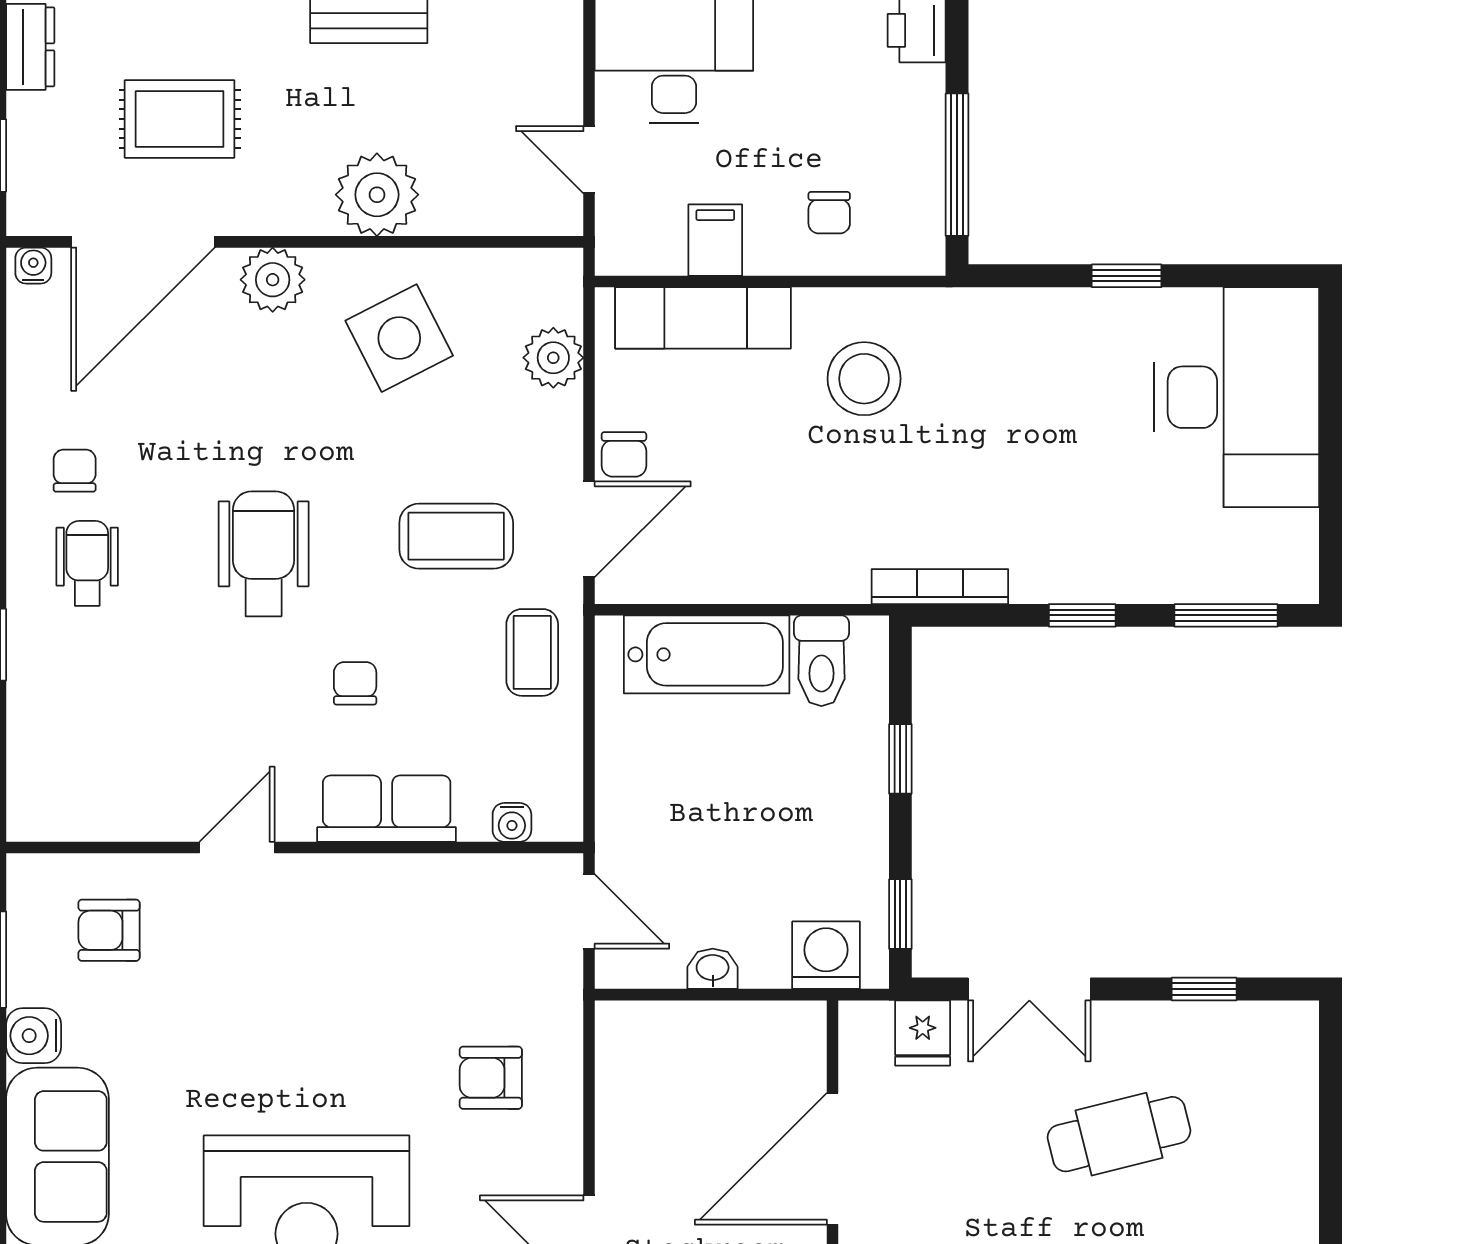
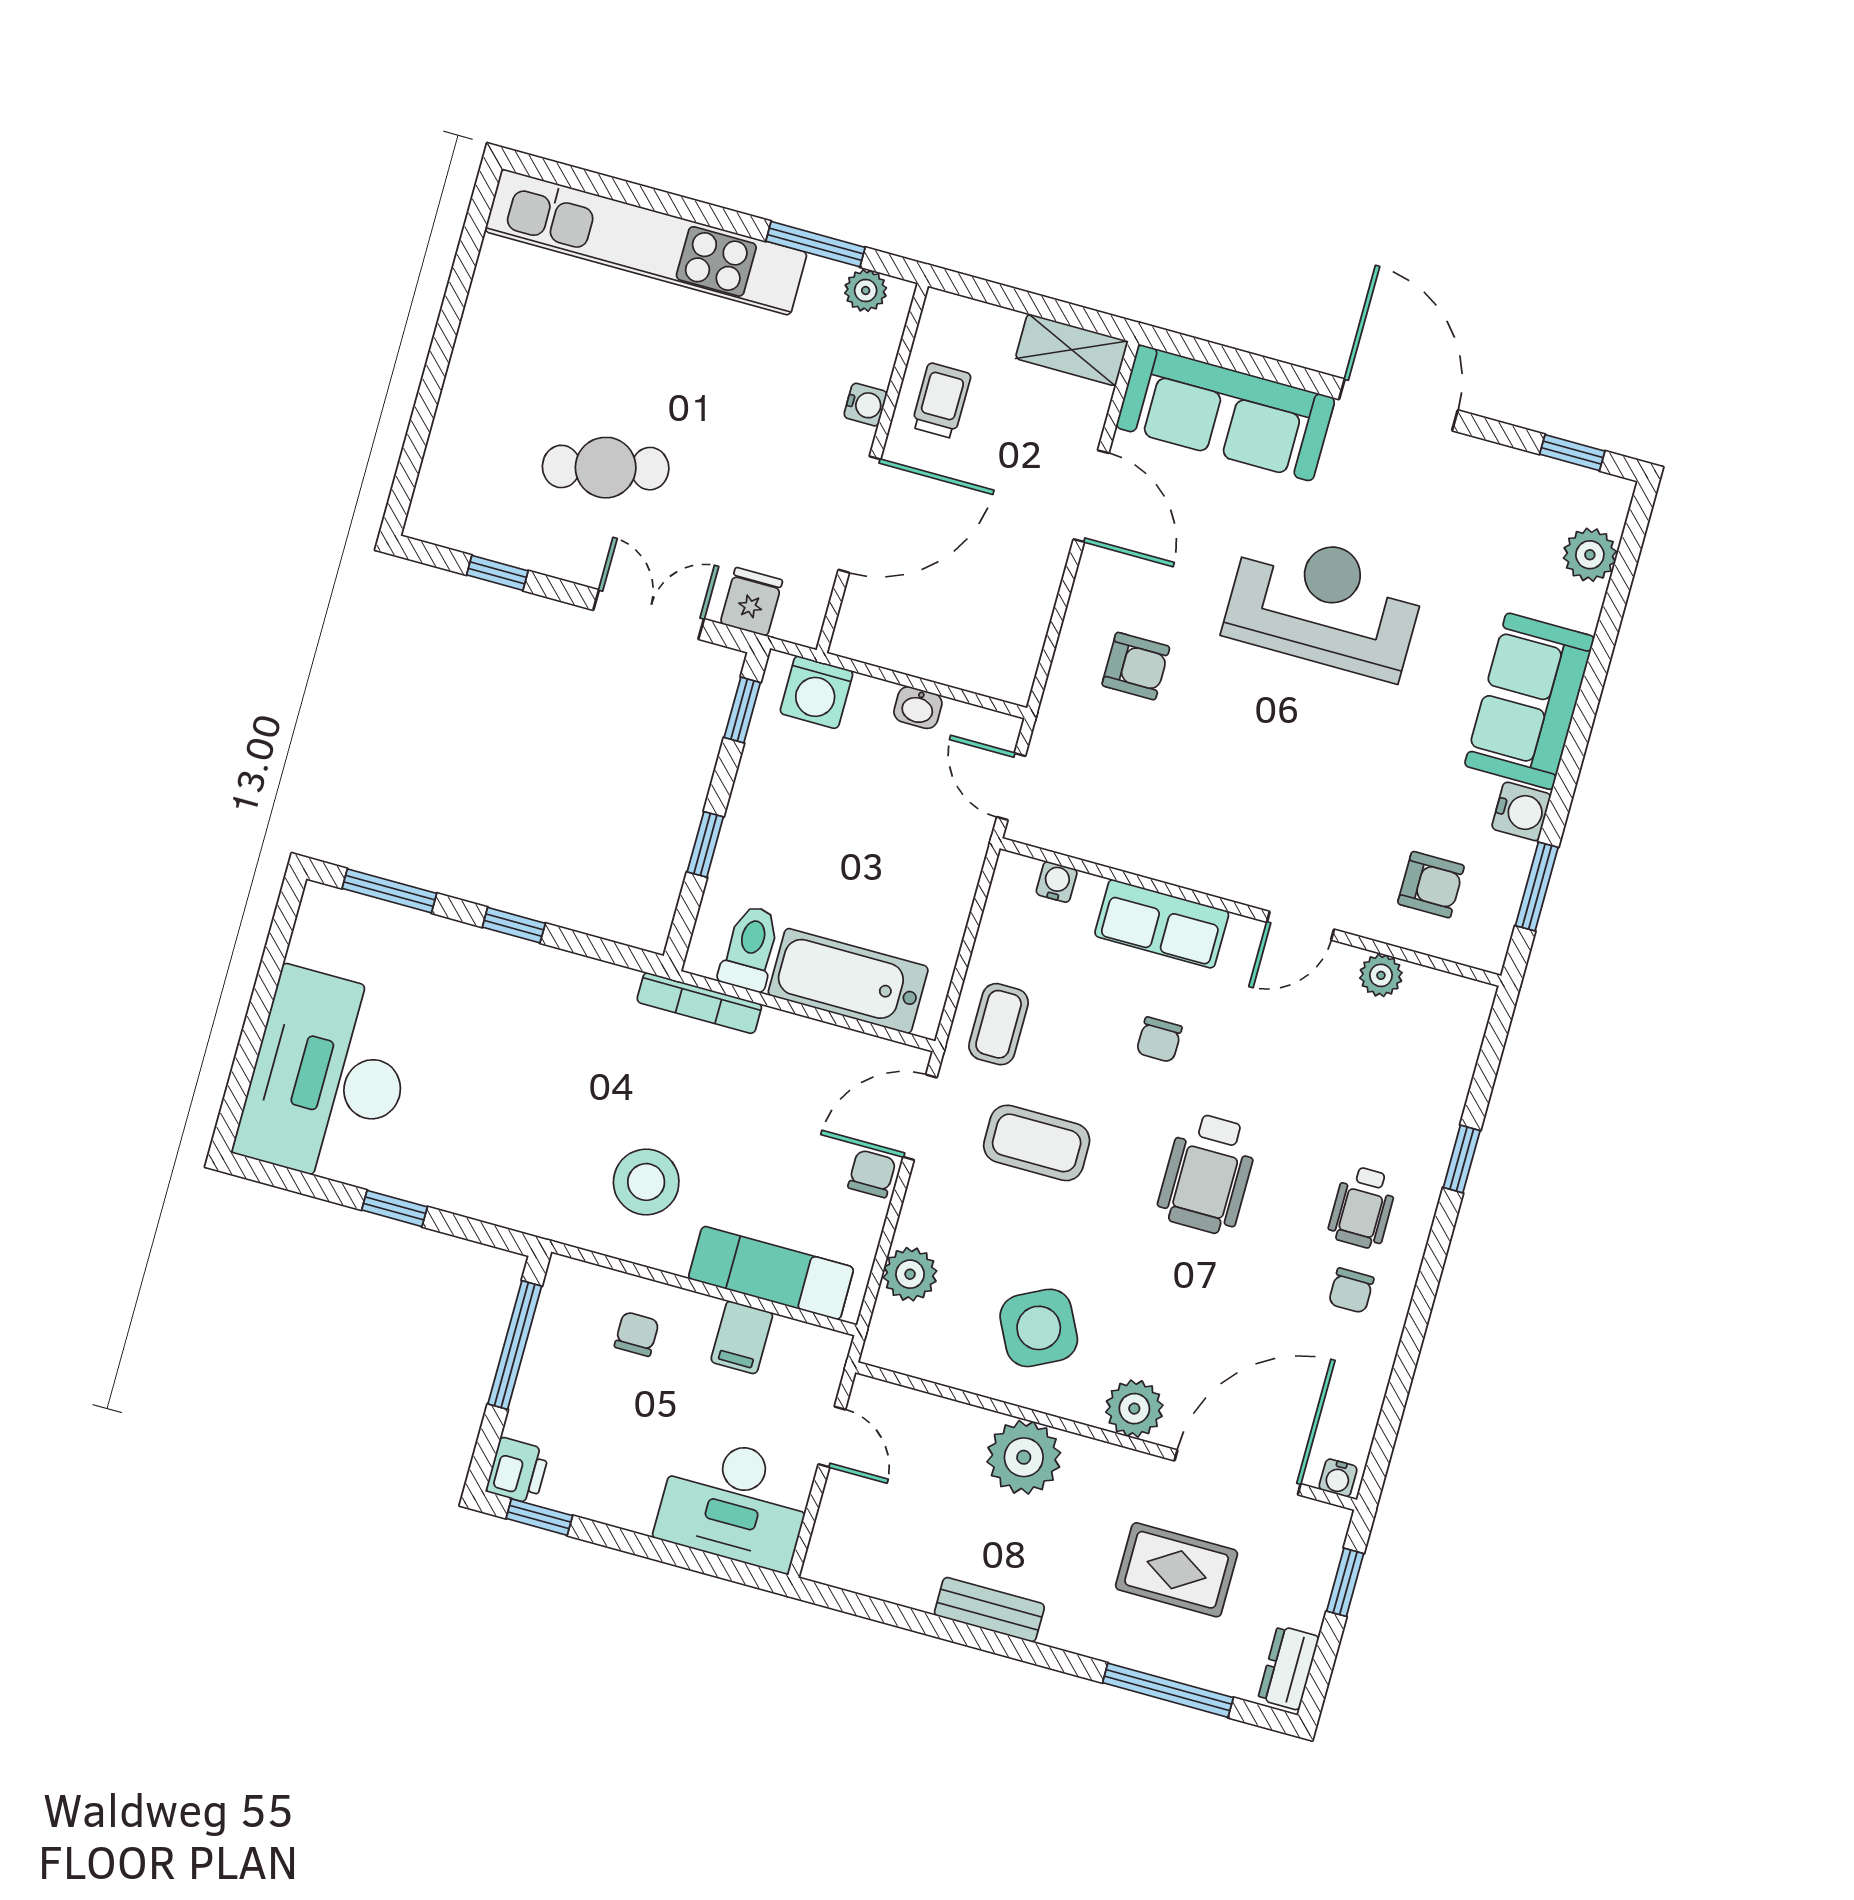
bookcase: (940, 587) -> (699, 1003), moved
plant: (136, 818) -> (1381, 975), added

